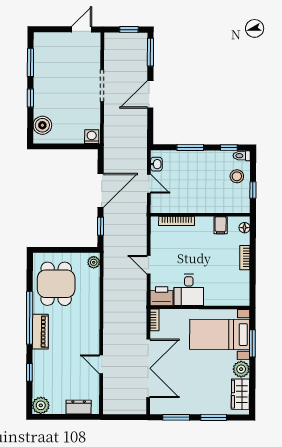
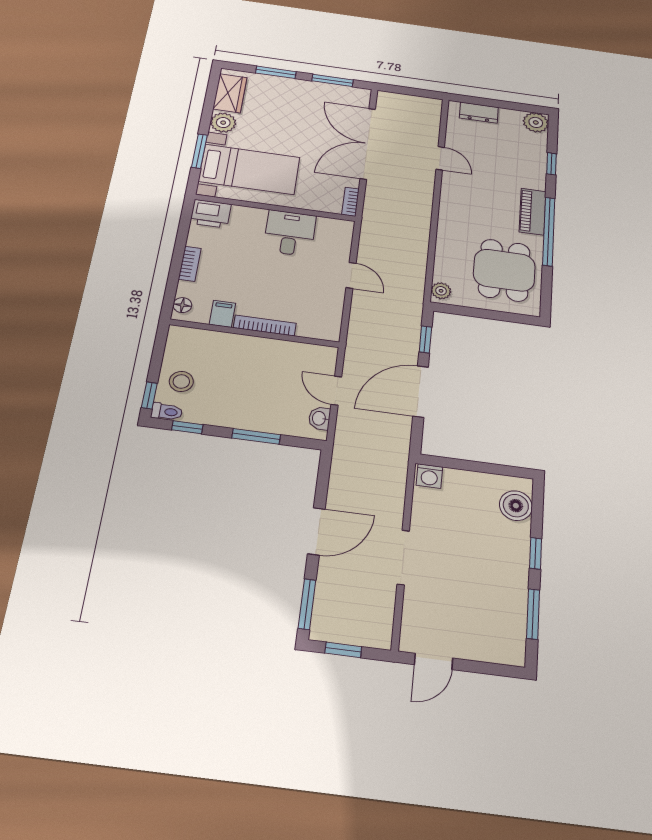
window: (253, 190) -> (149, 395), moved
bookcase: (177, 221) -> (265, 326), moved
printer: (162, 296) -> (211, 214), moved

